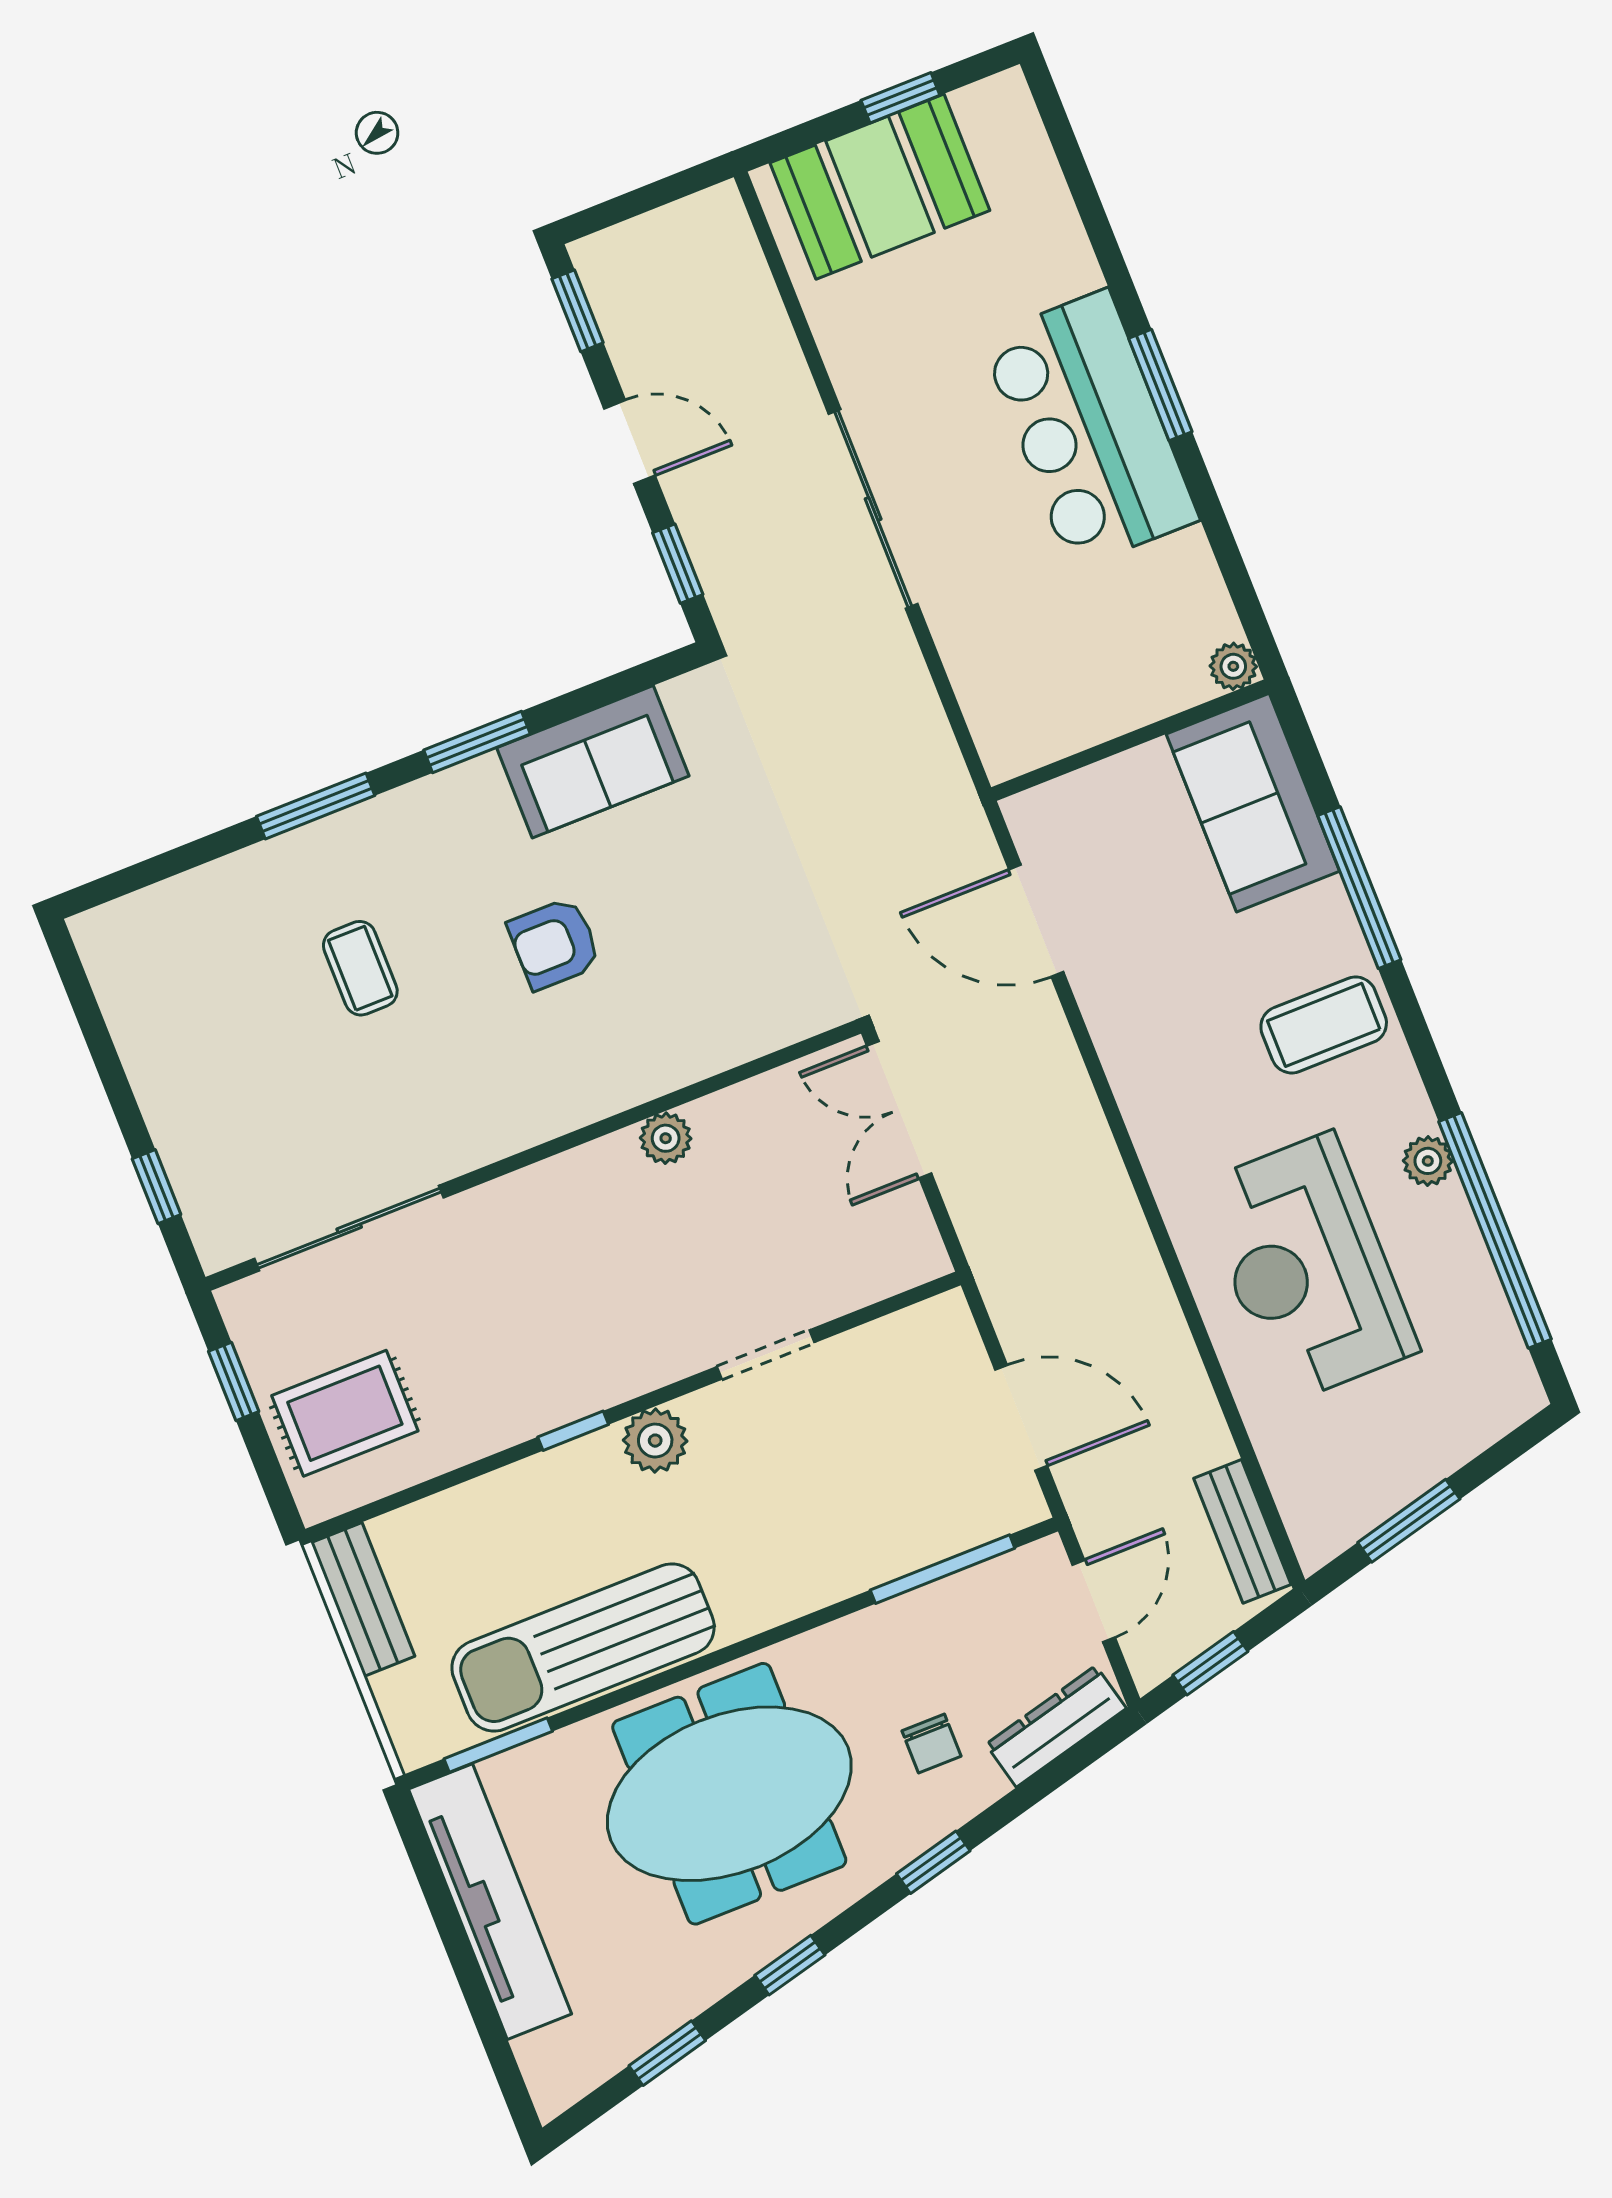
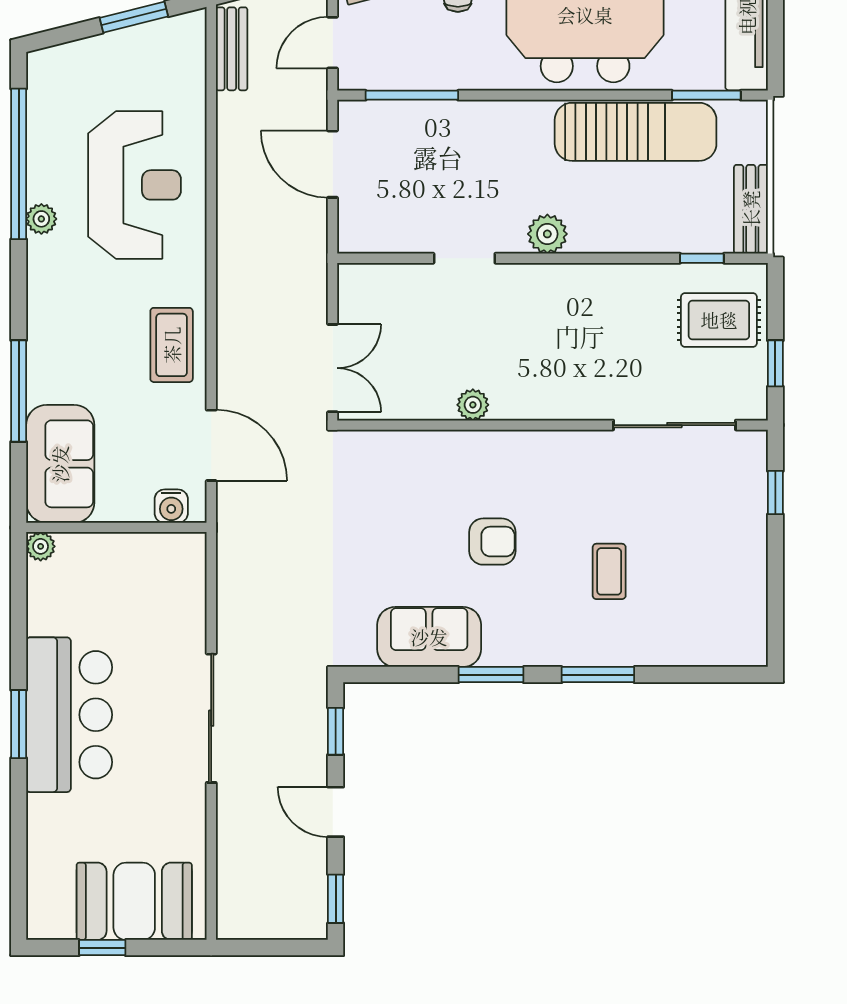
water cooler: (1060, 805) -> (171, 506), added
coffee table: (1324, 1025) -> (172, 345), moved, turned 90
window: (573, 1431) -> (702, 258), moved

